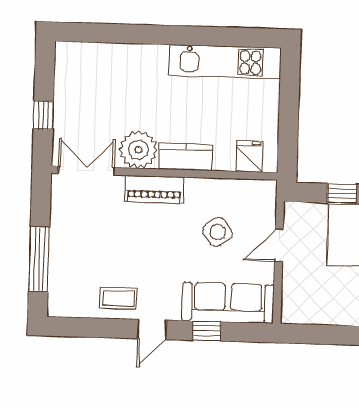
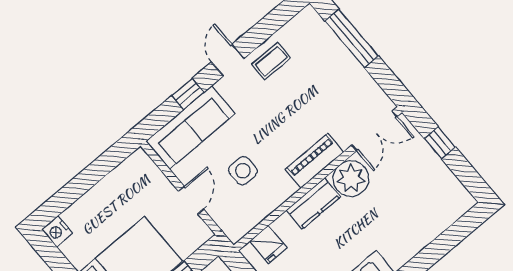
side table: (218, 232) -> (243, 171), turned 37

